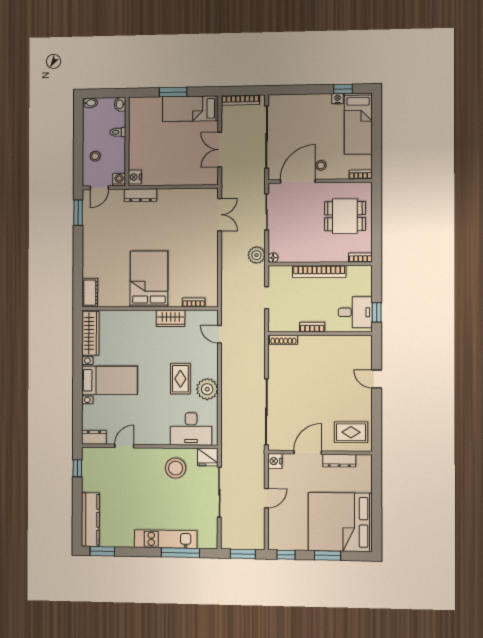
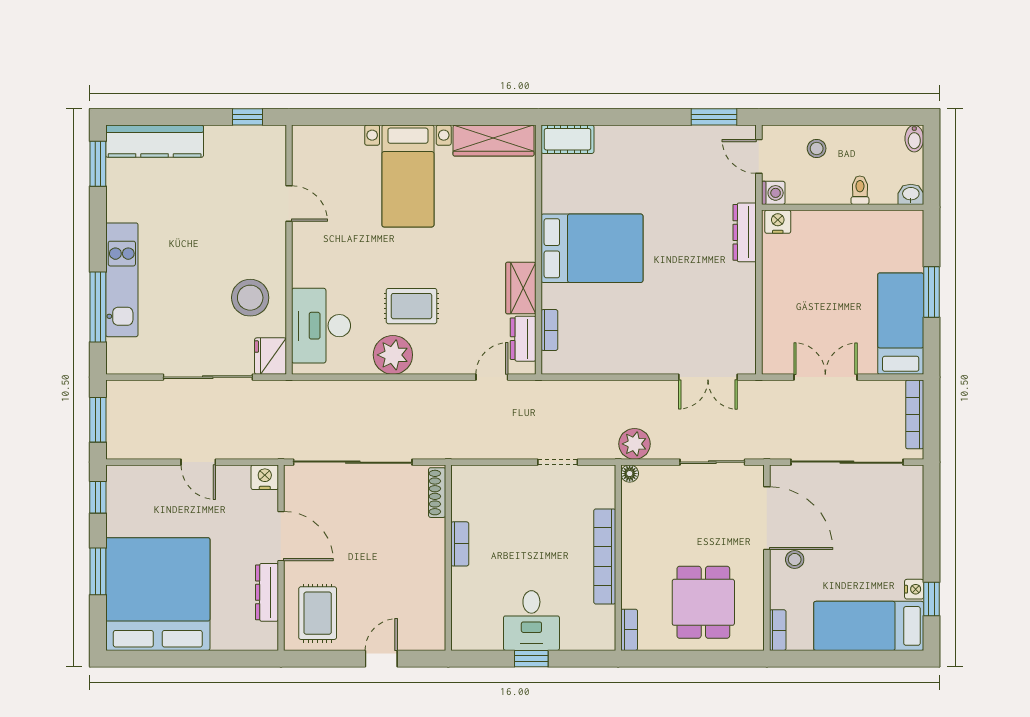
bookcase: (312, 327) -> (460, 544), moved
wall: (320, 334) -> (448, 558), moved
shoe rack: (283, 340) -> (437, 493), moved
door: (377, 379) -> (381, 659), moved
dresser: (94, 437) -> (523, 339), moved, turned 180

